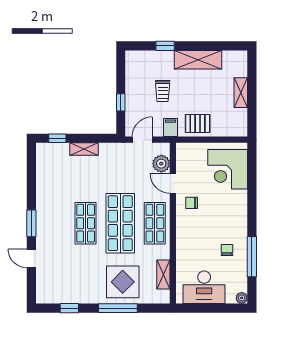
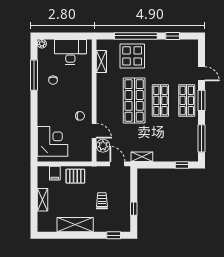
window: (165, 46) -> (114, 235), moved
window: (121, 102) -> (134, 209), moved
filing cabinet: (171, 128) -> (55, 173), moved
door: (142, 140) -> (117, 164), swing flipped
shelving: (84, 149) -> (142, 157), moved
window: (31, 173) -> (202, 138), added
shop shelf: (155, 223) -> (187, 100), moved
window: (118, 308) -> (136, 36), width x1.46

